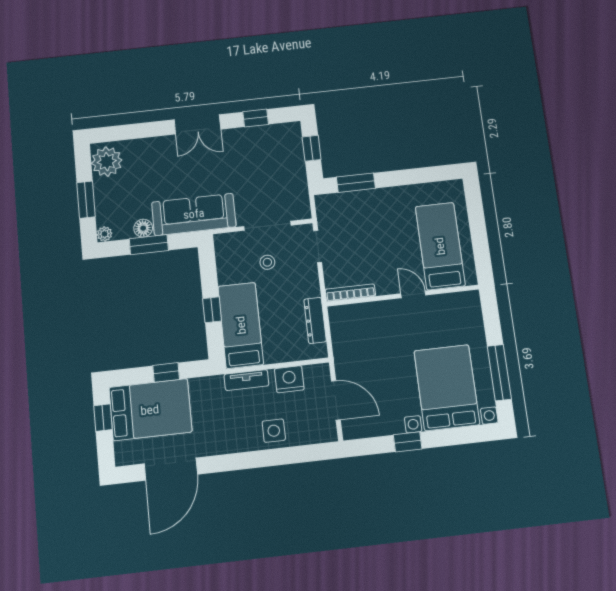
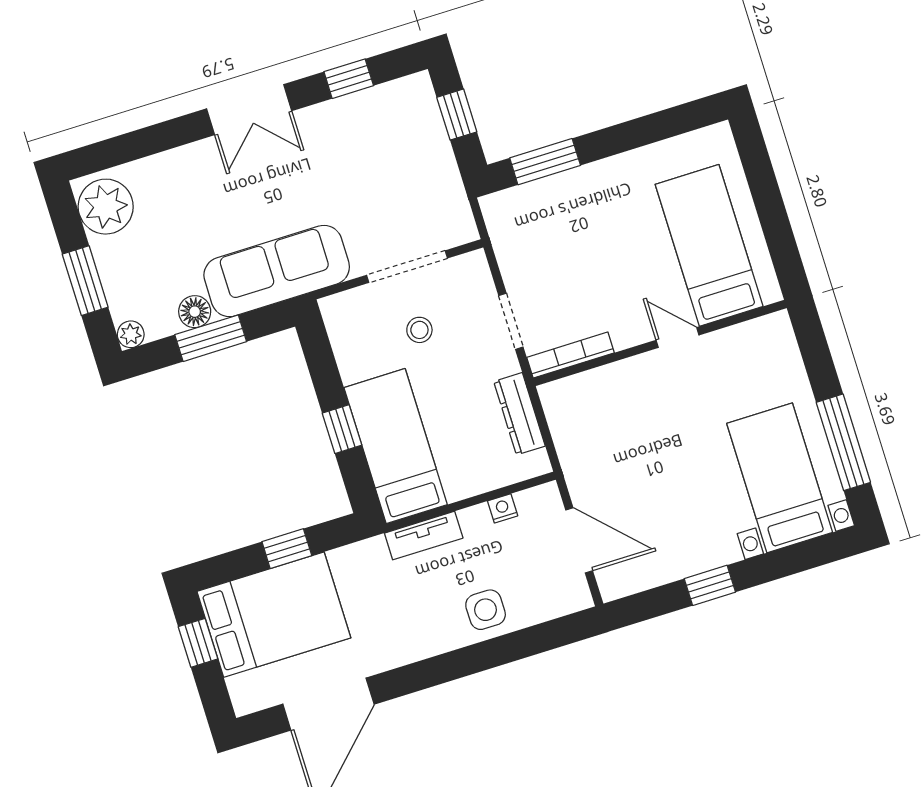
doorway: (318, 246) -> (511, 321), moved
nightstand: (289, 379) -> (503, 508), width x0.53, depth x0.56
bed with nightstands: (447, 388) -> (780, 478), width x0.73

